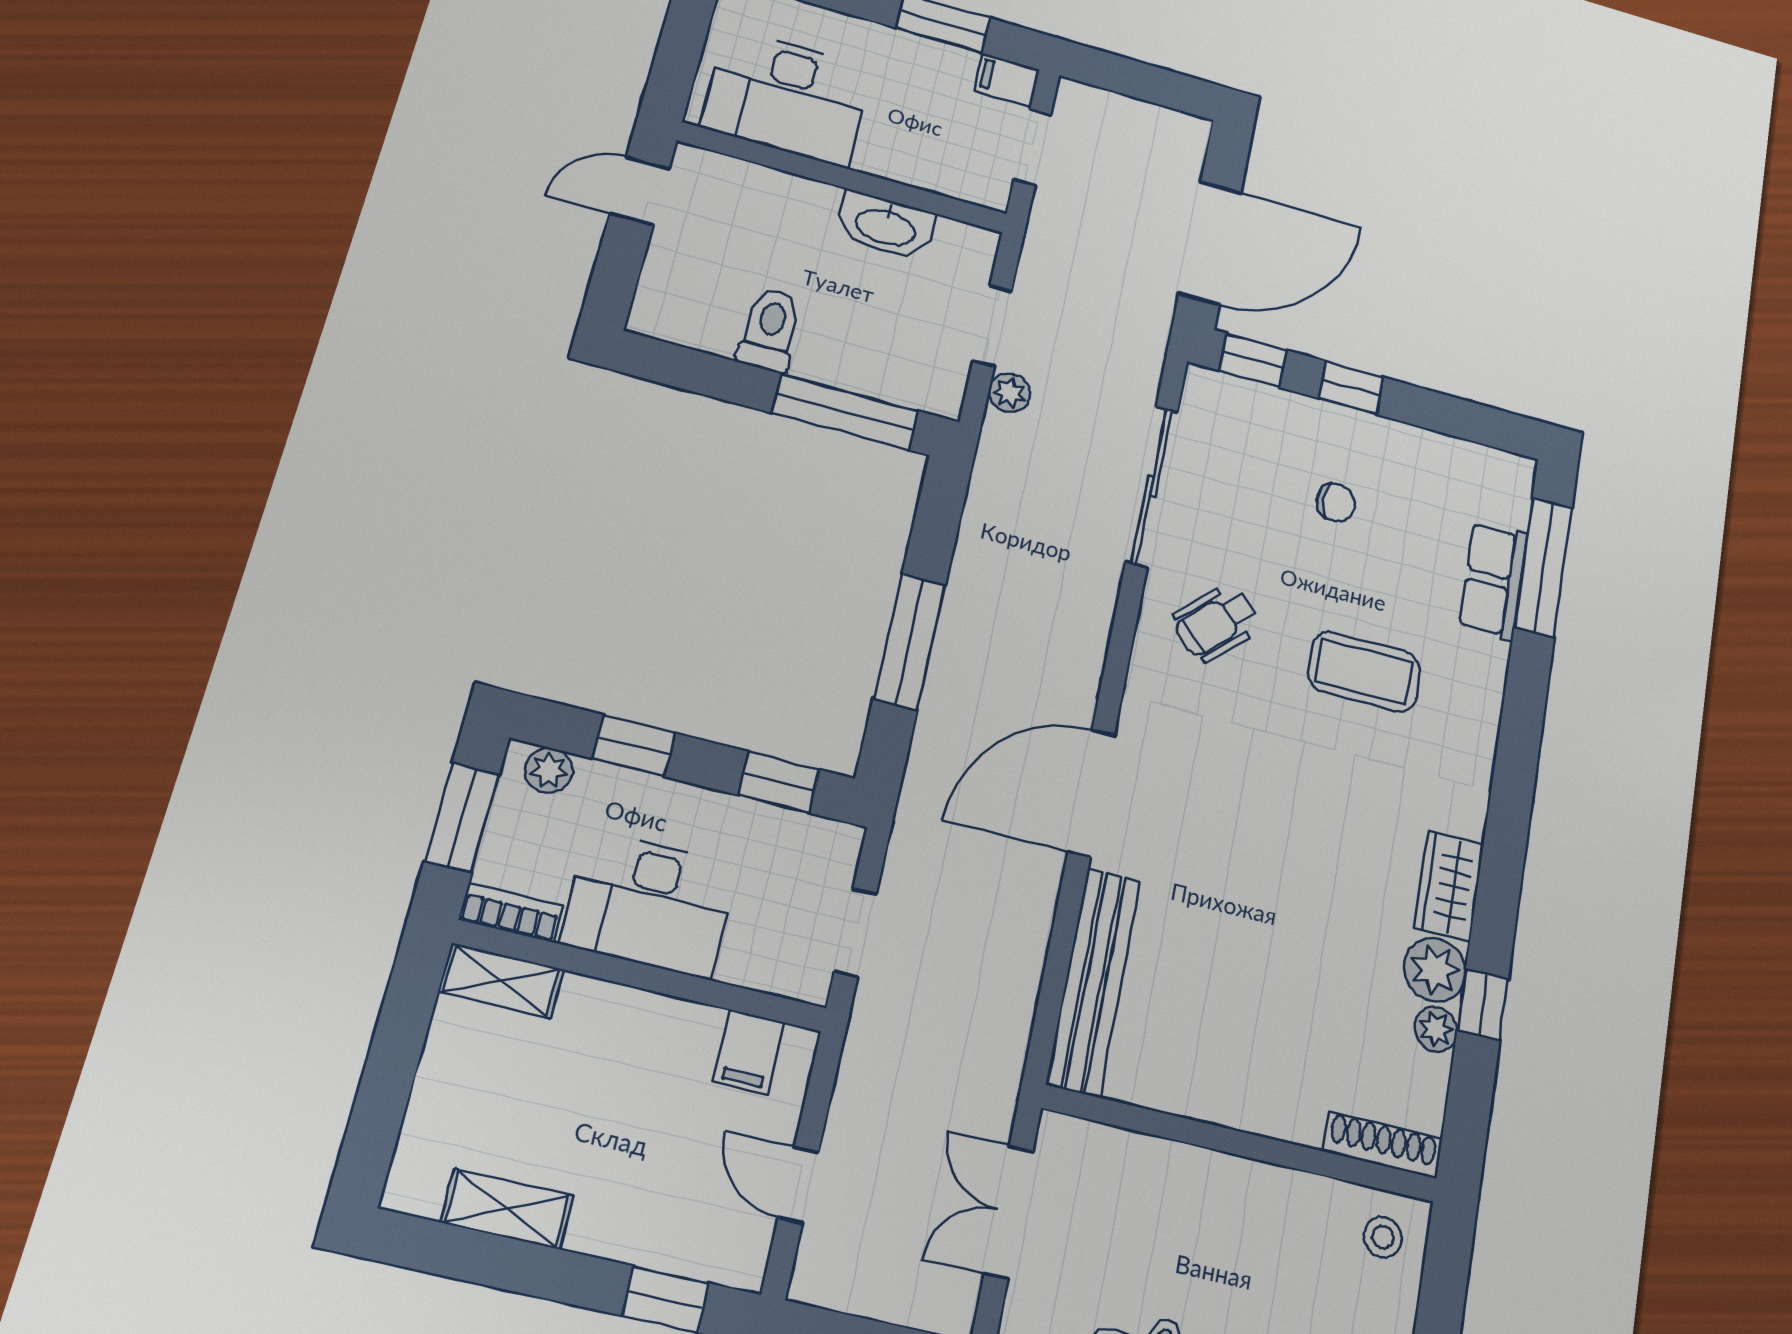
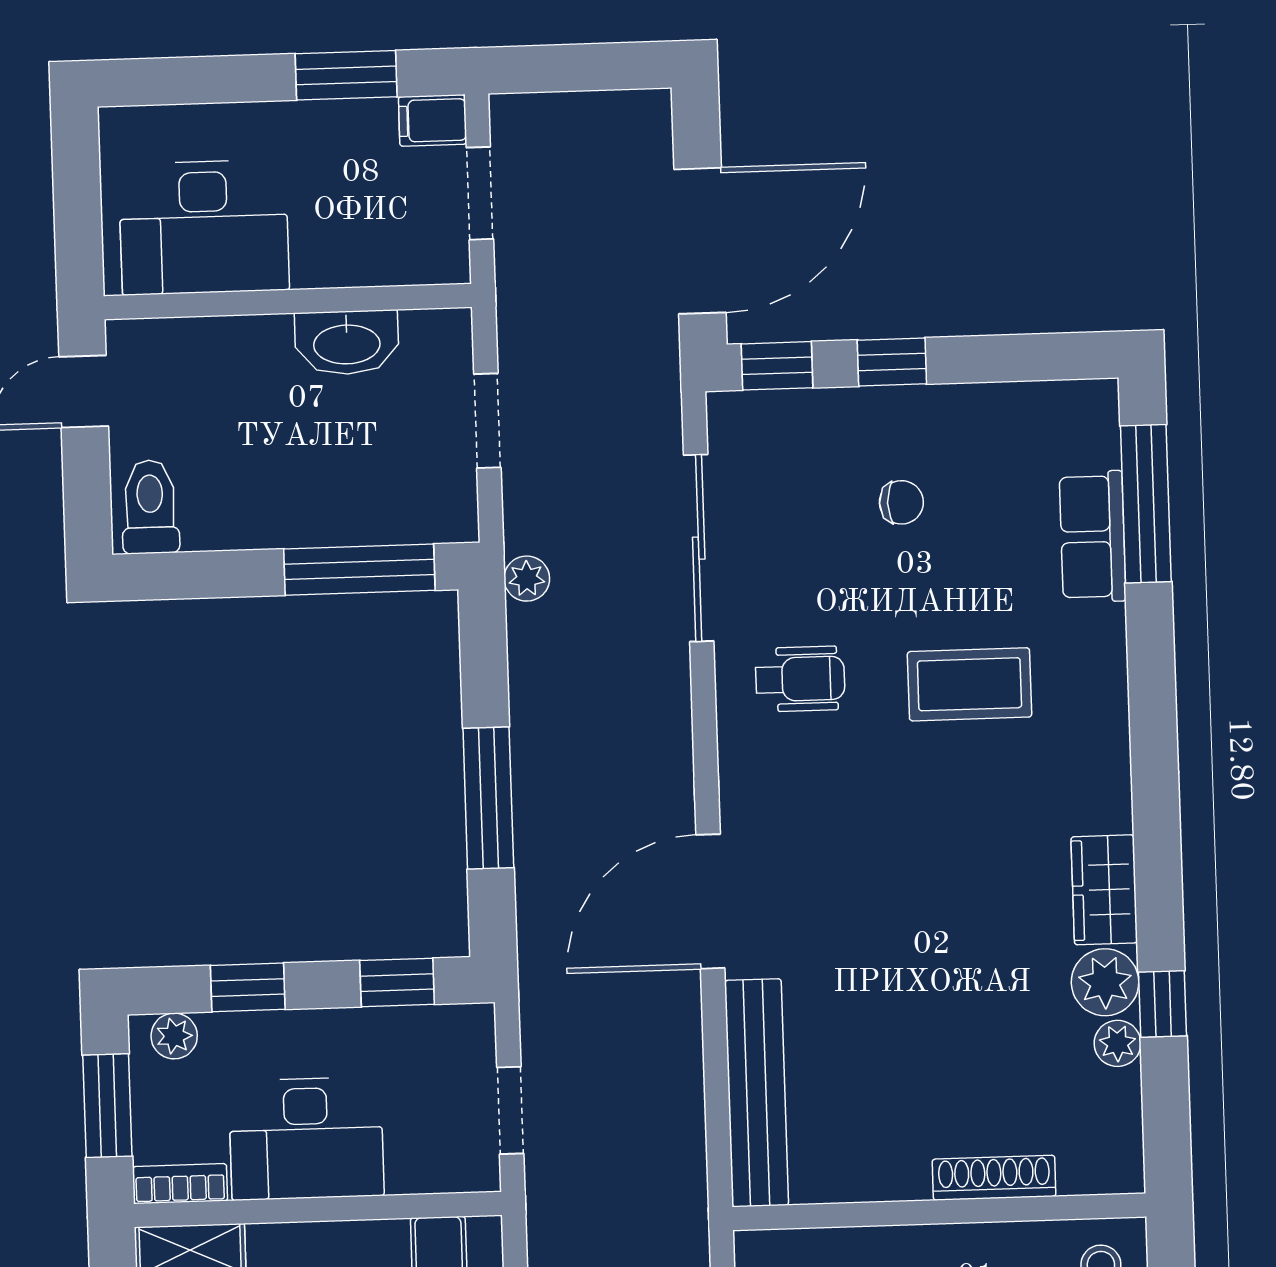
toilet: (770, 330) -> (150, 507), moved
plant: (1009, 393) -> (527, 579), moved
wheelchair: (1216, 623) -> (800, 679), turned -135
shoe rack: (1383, 1145) -> (994, 1178), moved

